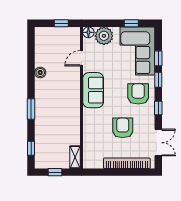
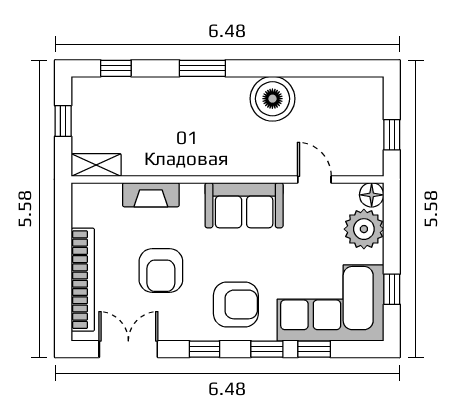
boiler: (40, 73) -> (272, 99), width x1.86, depth x1.86
armchair: (123, 128) -> (161, 271), turned 90
fireplace: (88, 132) -> (151, 195), added
double door: (158, 143) -> (128, 349), swing flipped

